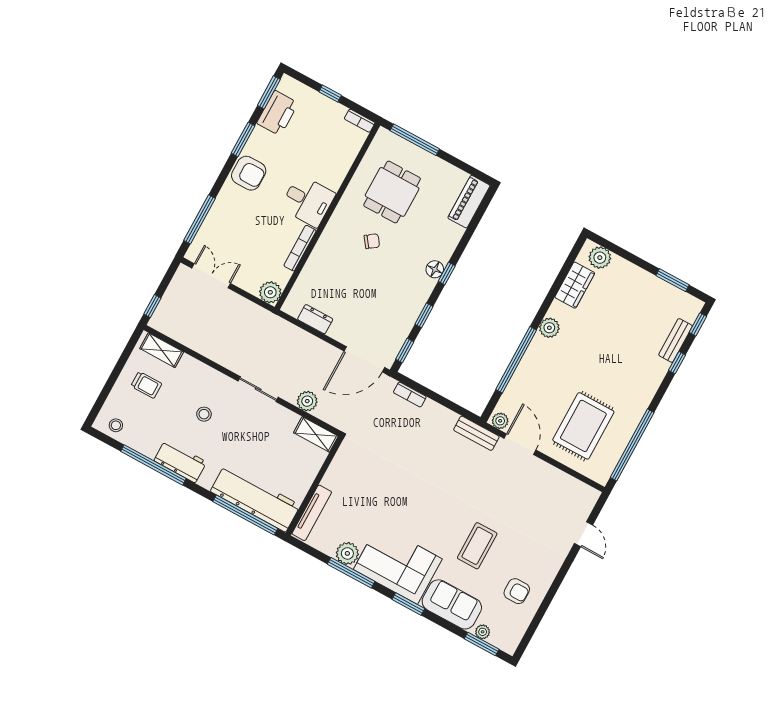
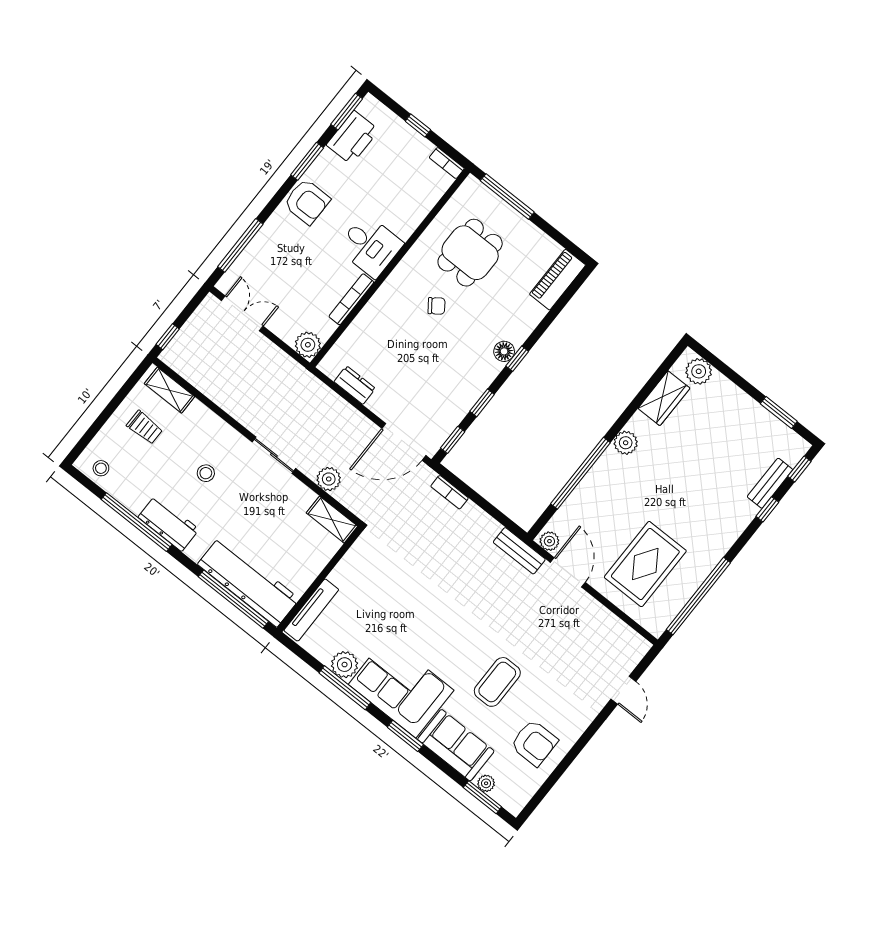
armchair: (517, 591) -> (534, 743), width x1.38, depth x1.38

